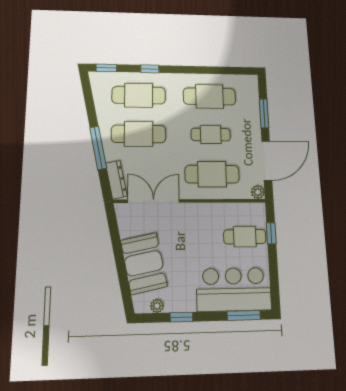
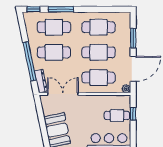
window: (150, 69) -> (61, 9), width x2.17
cafe table: (211, 135) -> (99, 52), width x1.37, depth x1.35
window: (98, 148) -> (30, 61), width x1.46

